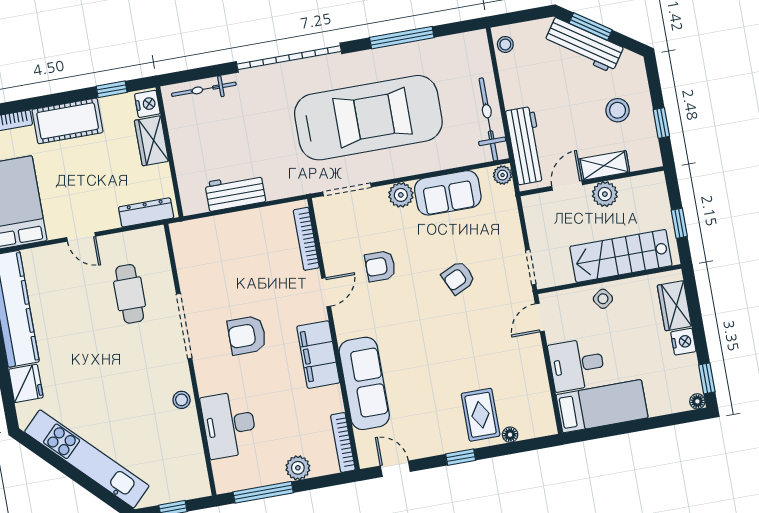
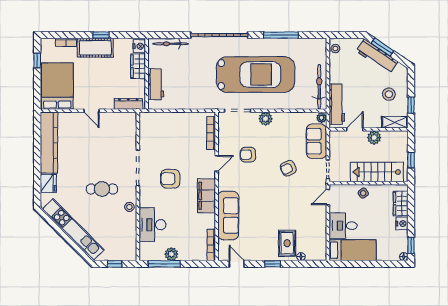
window: (112, 89) -> (101, 35), moved
shelving: (604, 166) -> (395, 122), moved
workbench: (235, 192) -> (156, 84), moved, turned 90
sofa: (448, 193) -> (316, 141), moved, turned 90
cafe table: (130, 294) -> (102, 189), moved, turned 90
plant: (298, 468) -> (171, 254), moved

